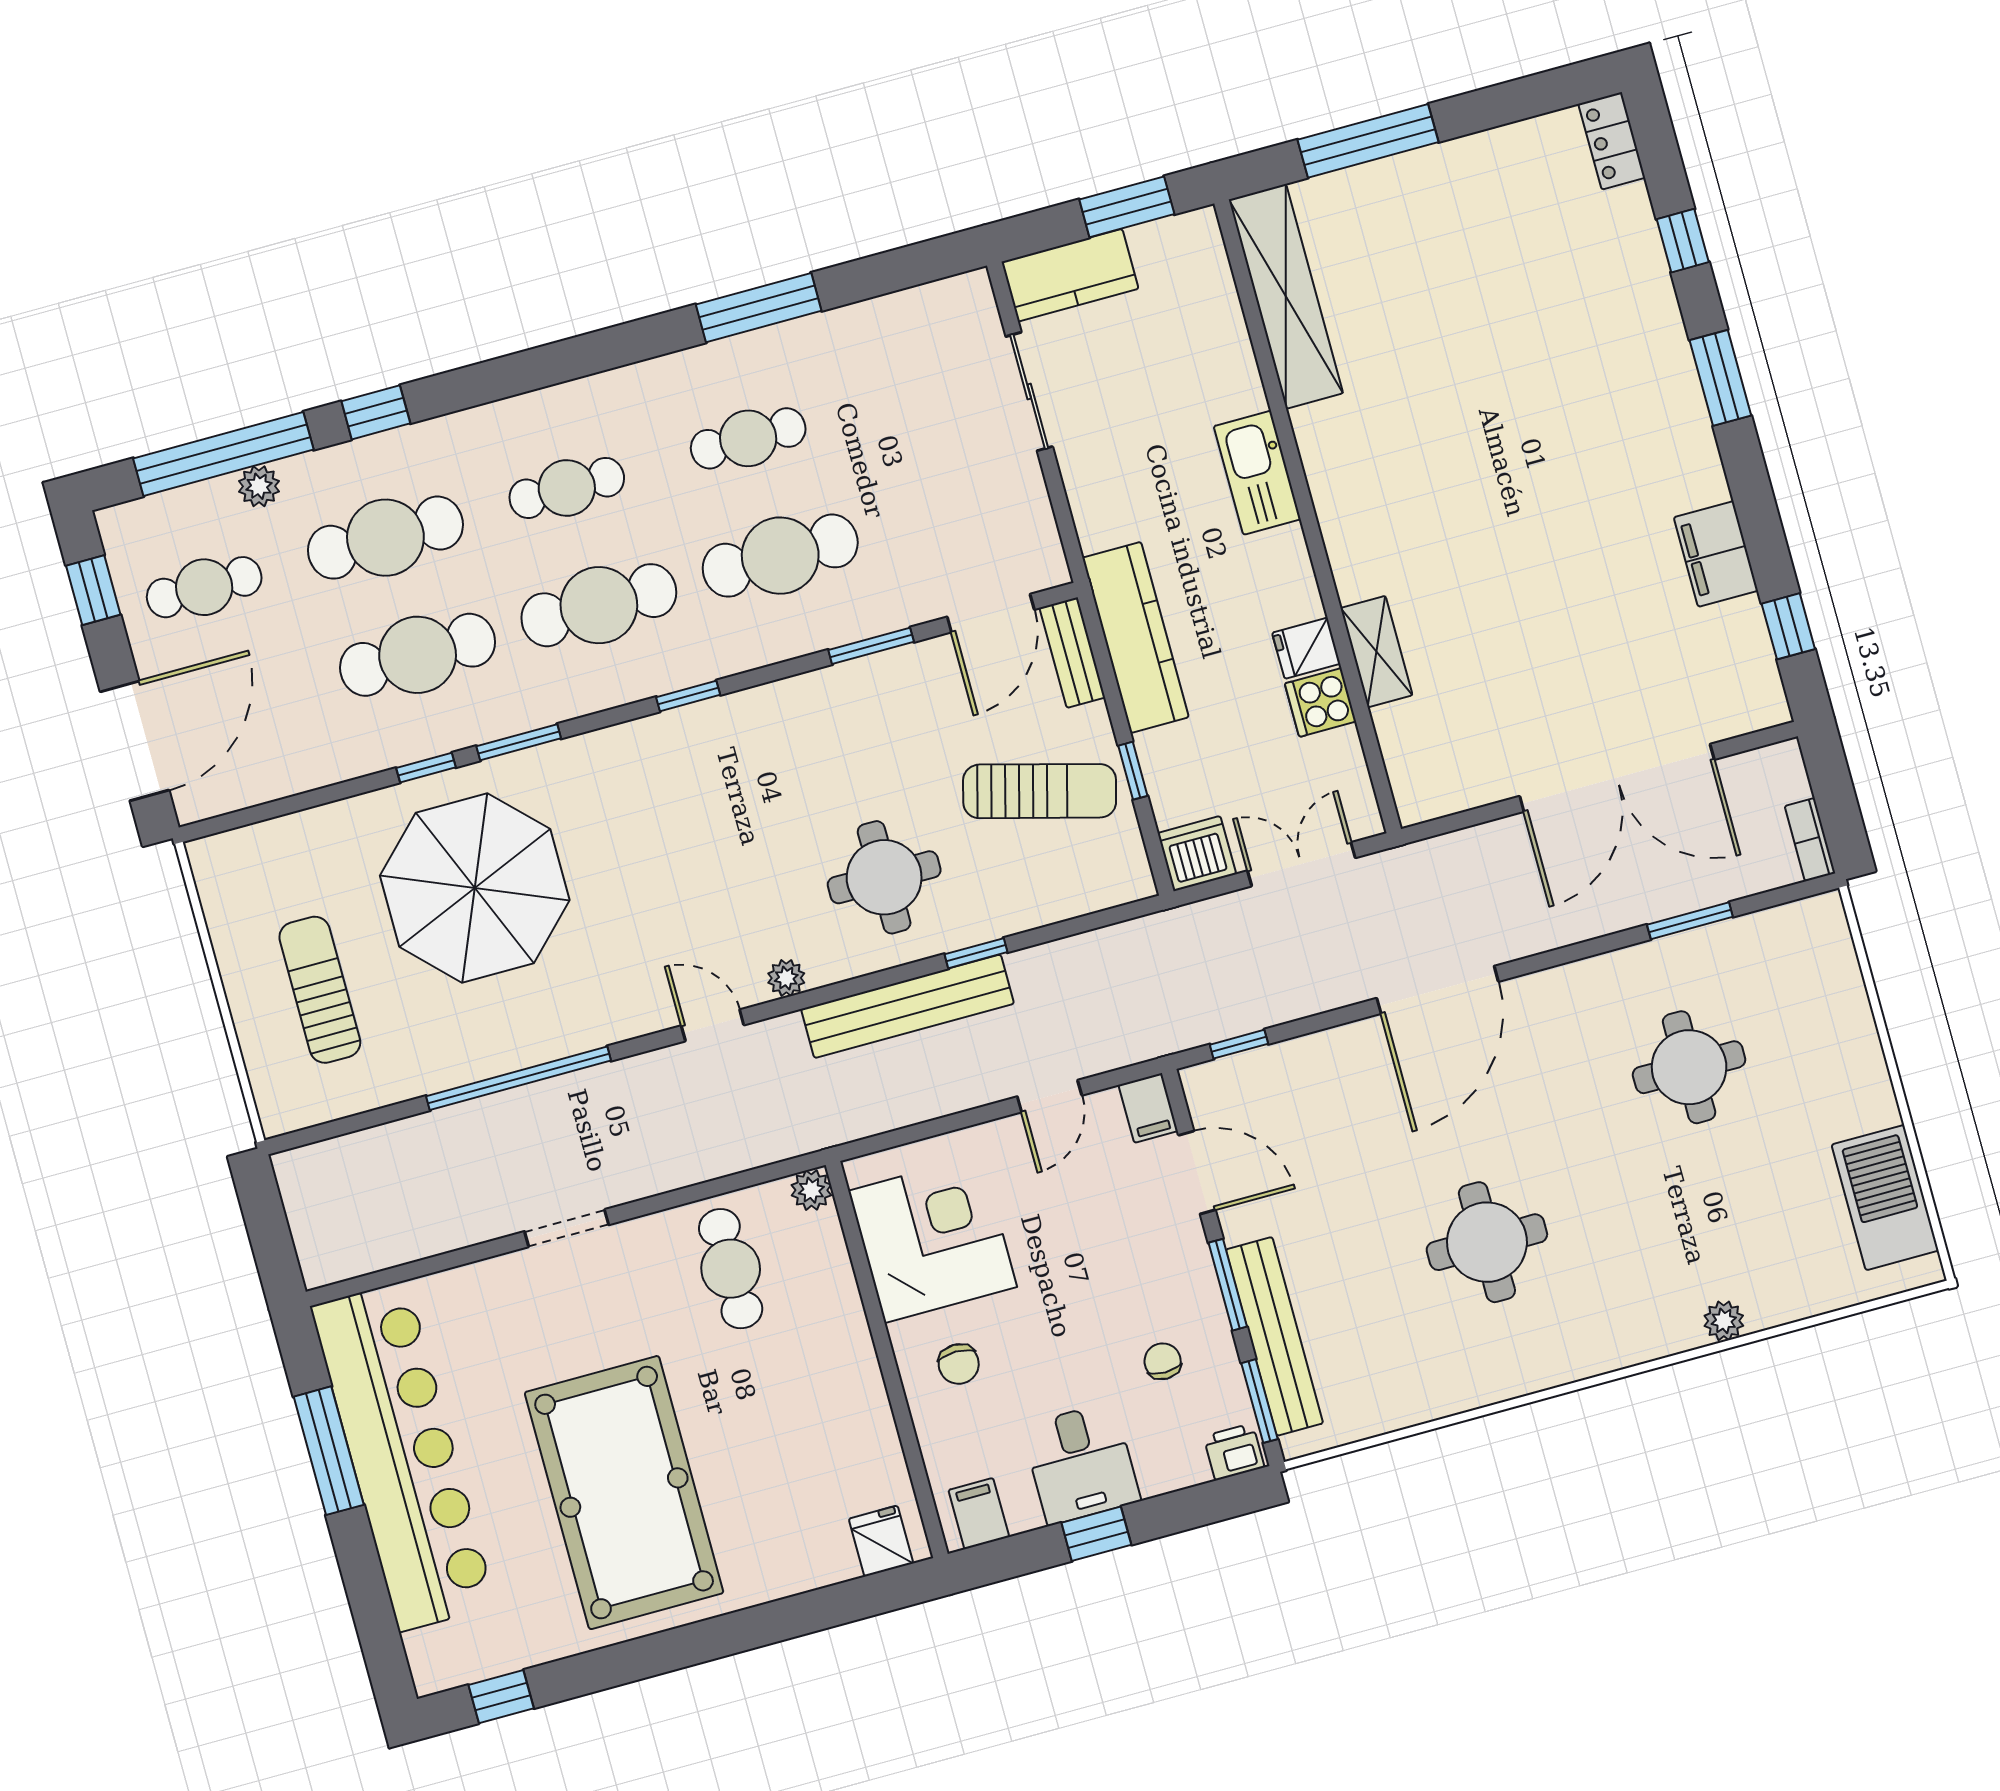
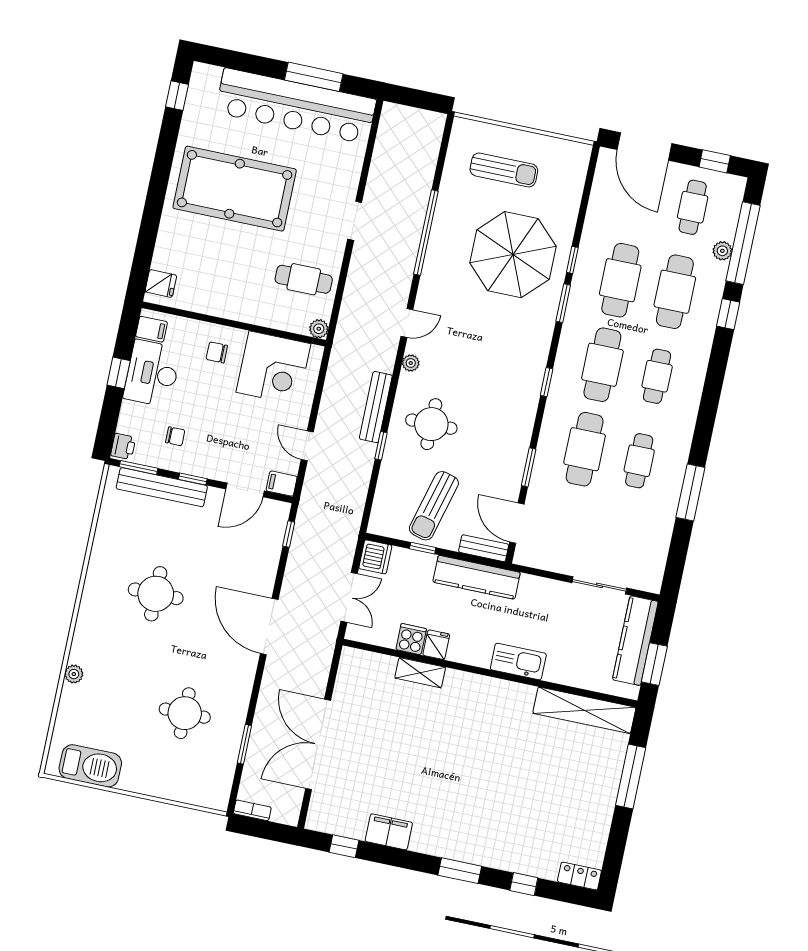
kitchen counter: (1070, 275) -> (635, 641), width x1.50
bench: (908, 1006) -> (376, 407), width x0.73, depth x0.82
window: (1228, 1285) -> (193, 479), width x0.67
desk: (1081, 1463) -> (152, 373), width x1.37

